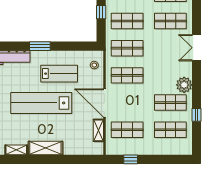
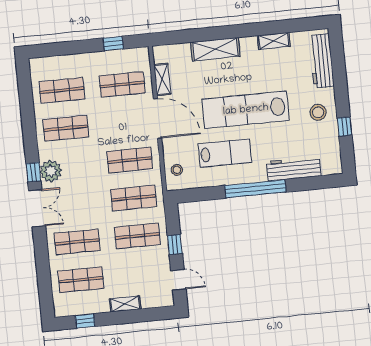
window: (40, 46) -> (255, 189), width x2.11
lab bench: (59, 74) -> (225, 153), turned 180
plant: (184, 85) -> (51, 171), moved
lab bench: (41, 103) -> (246, 110), turned 180
window: (197, 115) -> (33, 172), moved
shelving: (45, 148) -> (215, 49), moved

